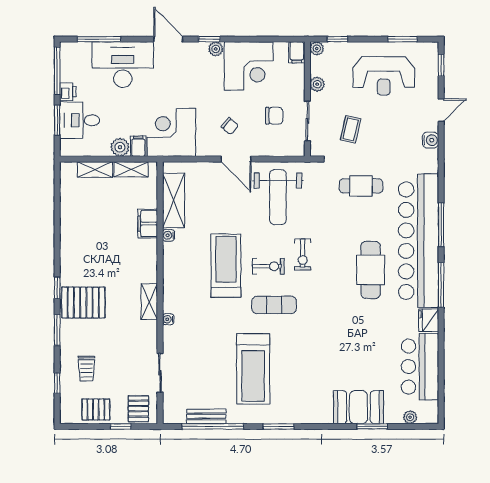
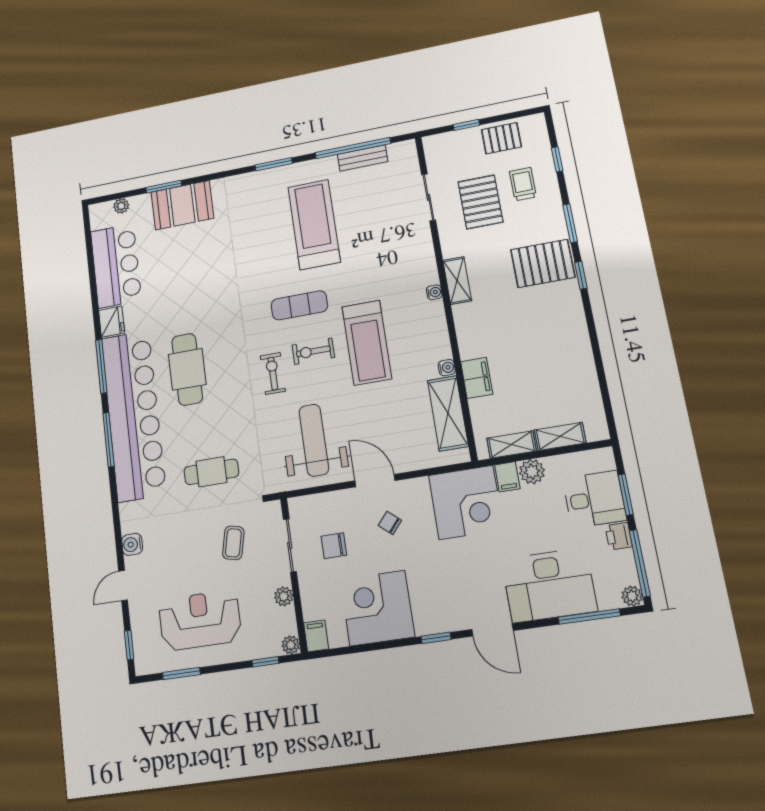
plant: (216, 49) -> (632, 596), moved
water cooler: (168, 319) -> (434, 292), moved
pallet: (138, 409) -> (480, 202), moved, width x1.50, depth x1.42

